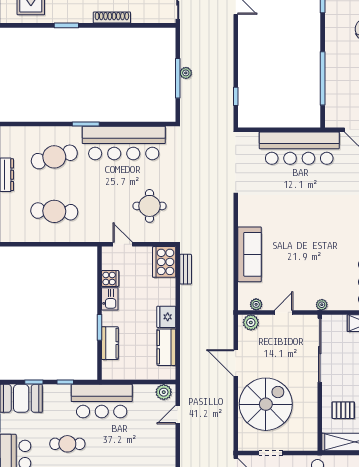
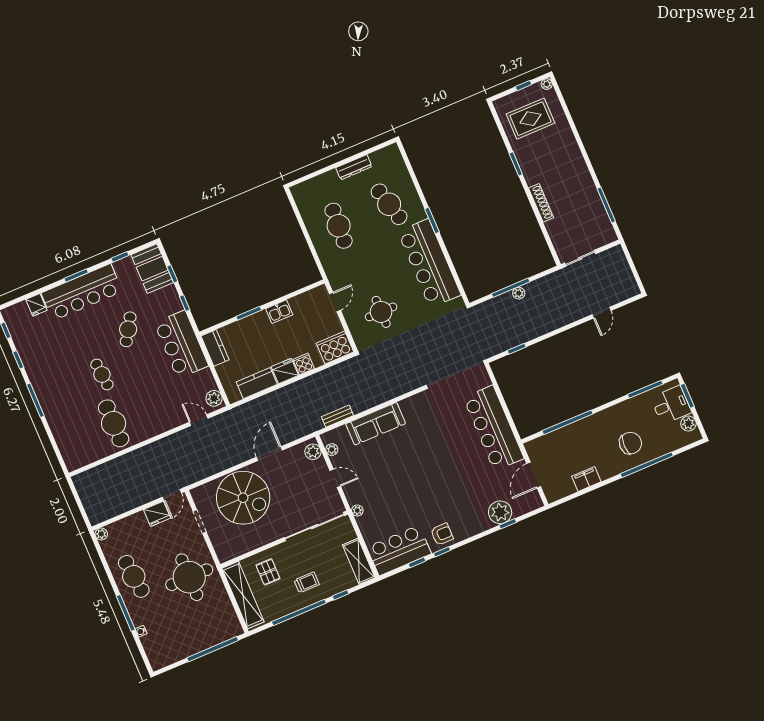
bench: (186, 269) -> (338, 416), moved
cooker: (110, 278) -> (304, 364), moved, turned 180
kitchen counter: (110, 343) -> (215, 348), moved, turned -90
cafe table: (67, 444) -> (128, 329), turned 32

